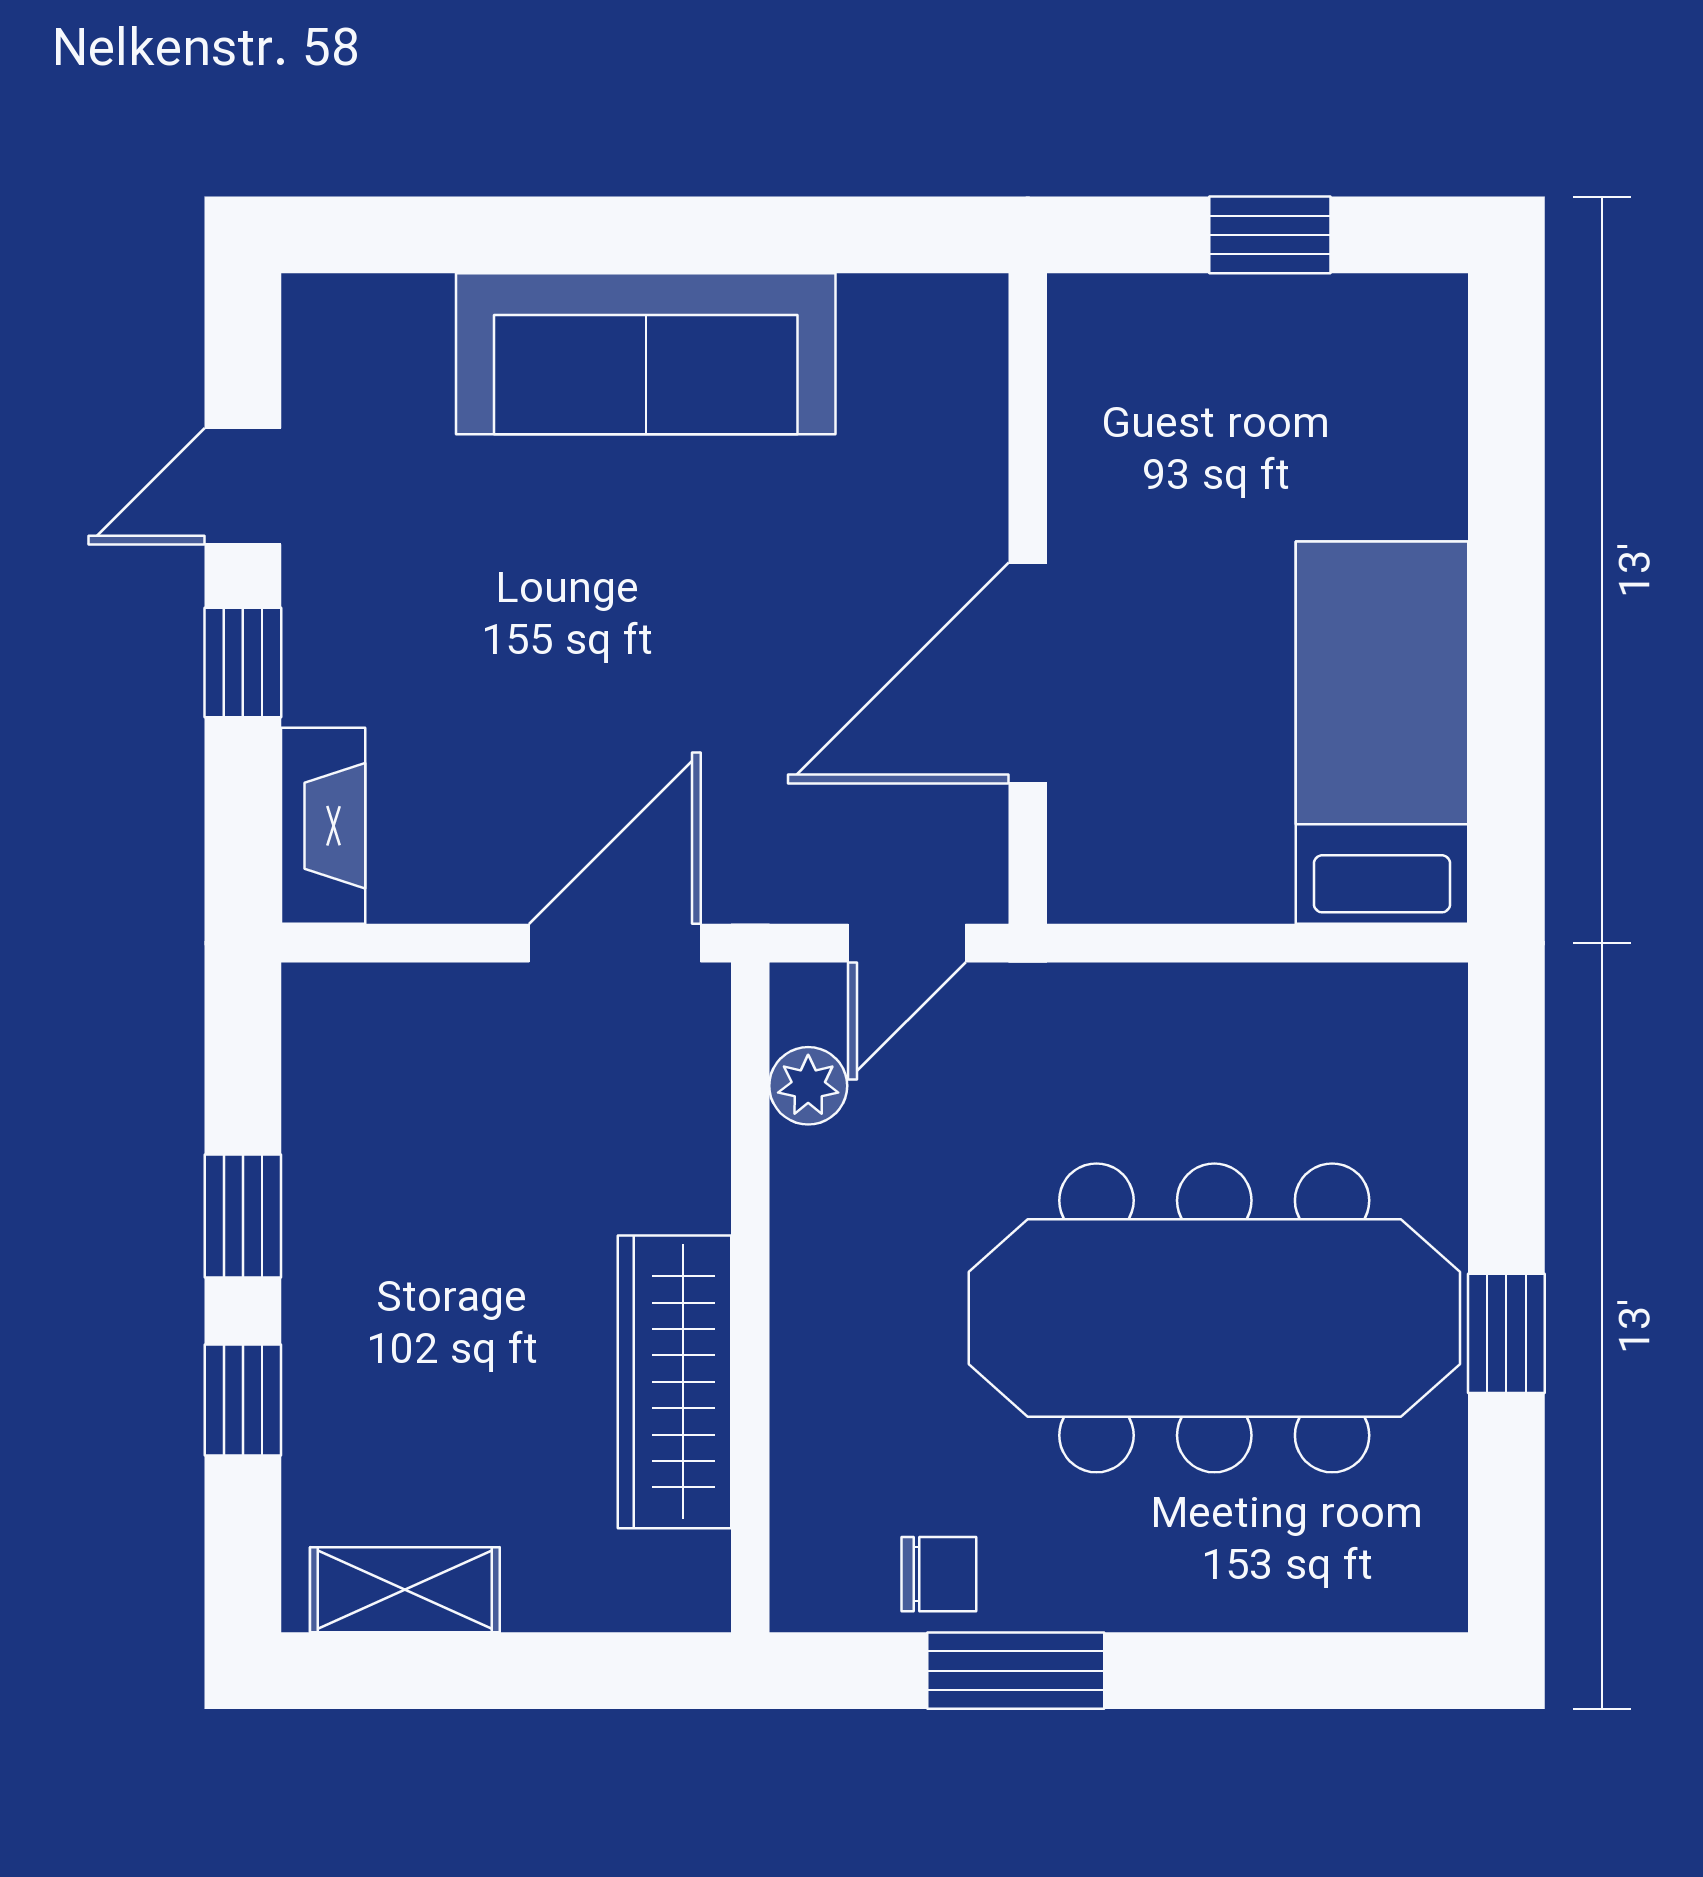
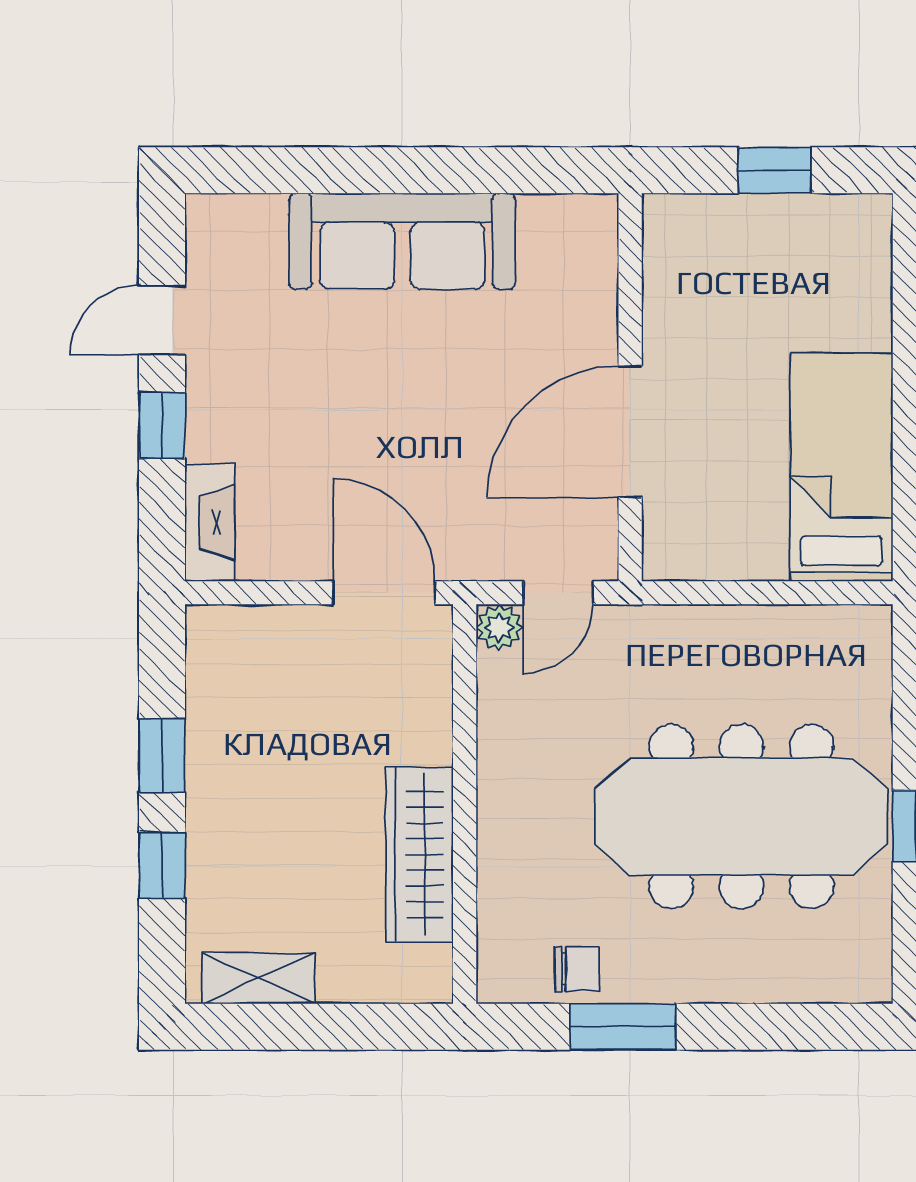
door: (615, 943) -> (384, 593), hinge flipped
plant: (808, 1086) -> (499, 627), moved

